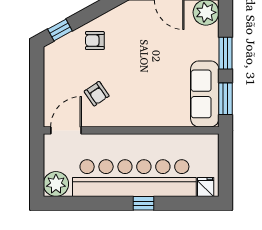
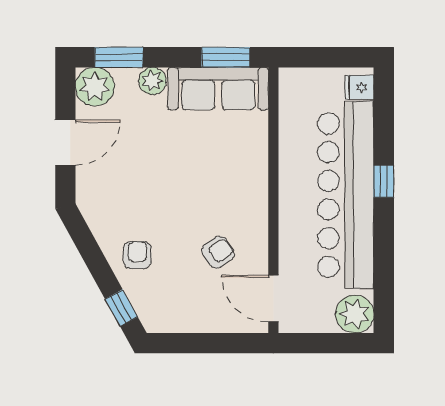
armchair: (95, 41) -> (137, 255), turned 180
plant: (210, 50) -> (152, 81), added
window: (225, 53) -> (119, 57), moved

